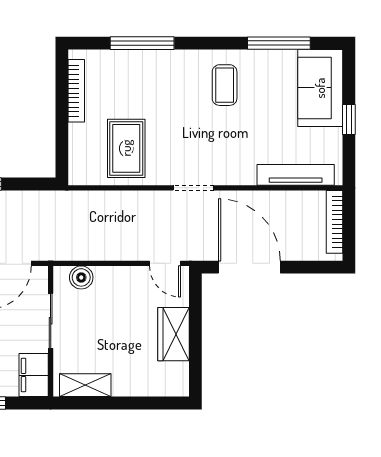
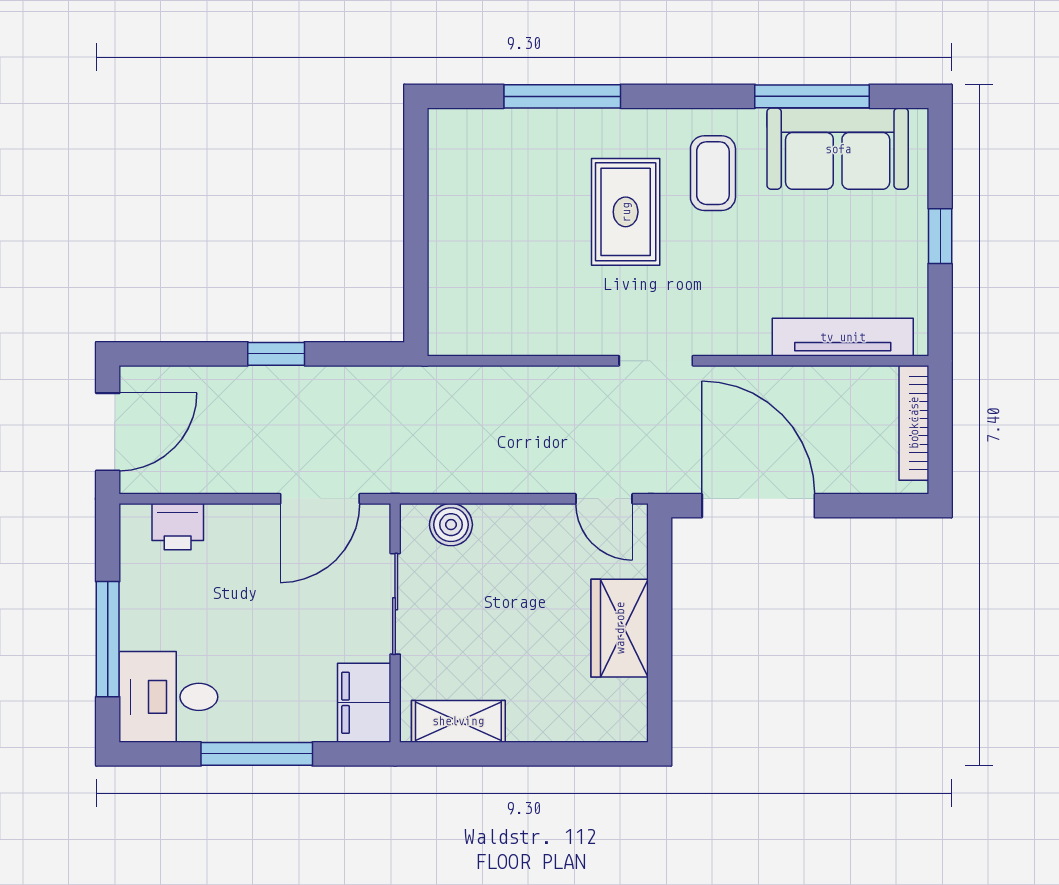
sofa: (320, 88) -> (838, 149), moved, turned -90
bookcase: (76, 91) -> (442, 184), removed
rug: (126, 148) -> (626, 212), moved

